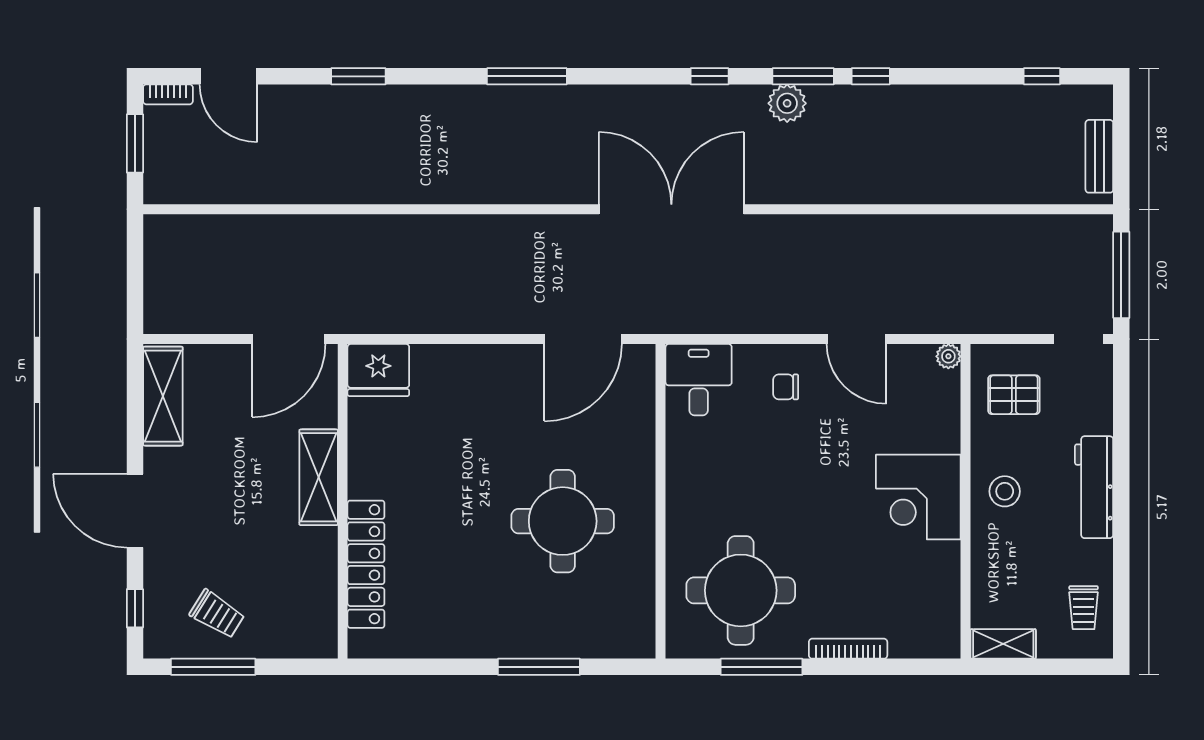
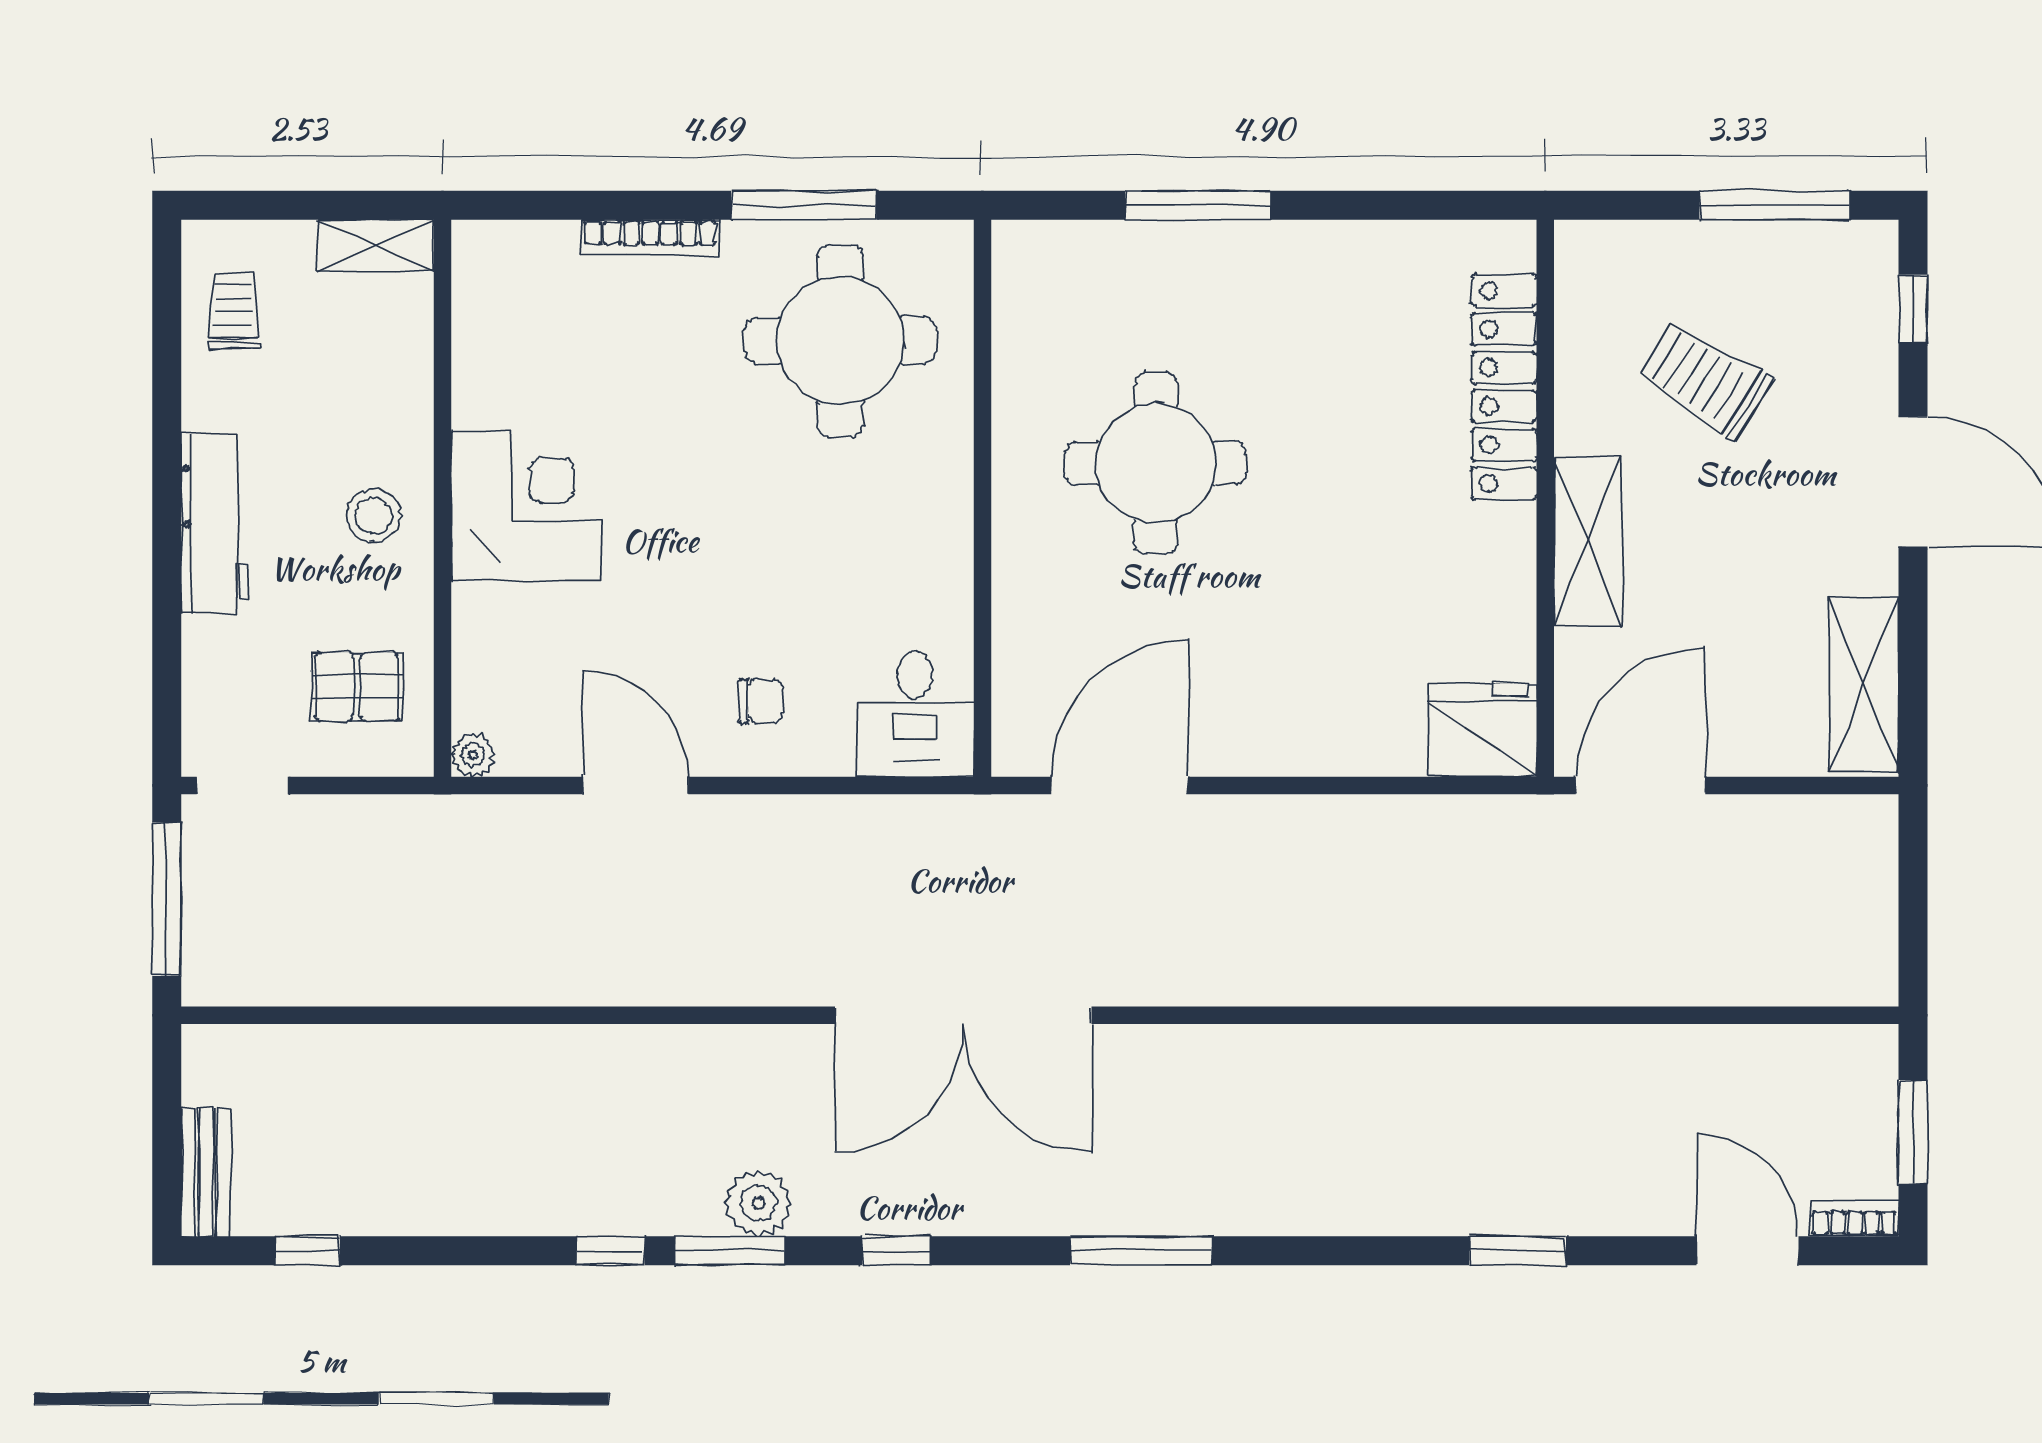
window: (527, 76) -> (1141, 1251), moved
bench: (1099, 156) -> (206, 1172), moved
trolley: (217, 614) -> (1705, 380), moved, width x1.36, depth x1.39

